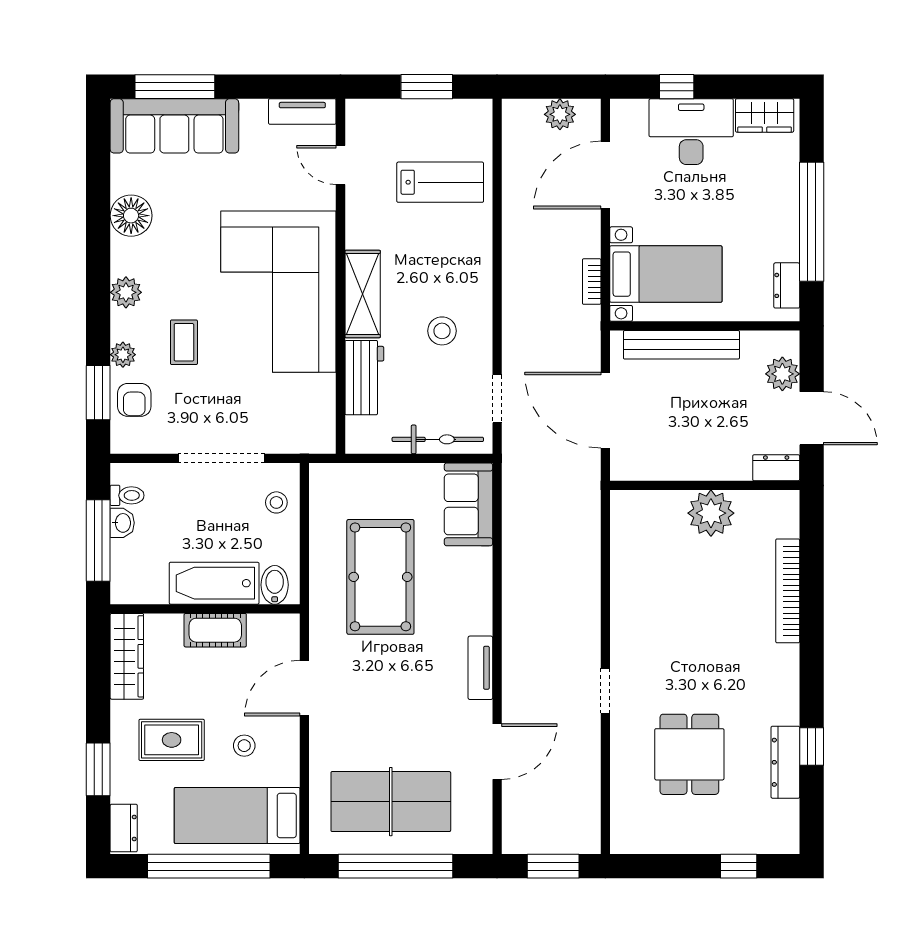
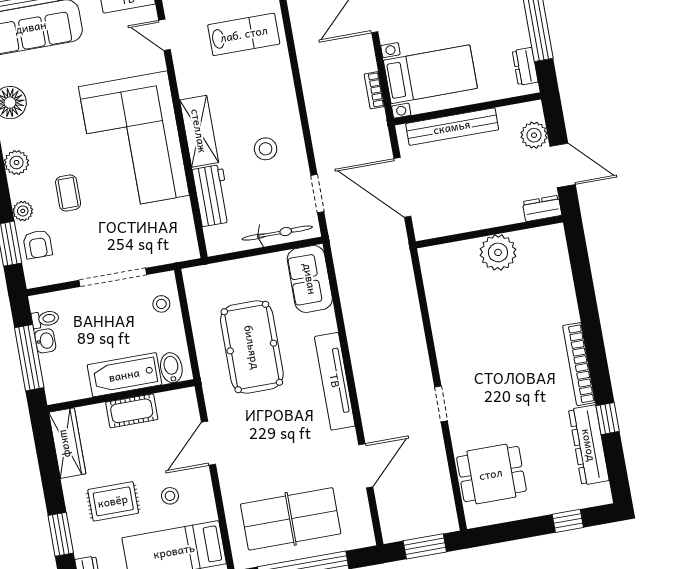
bookcase: (788, 591) -> (579, 364), moved
tv unit: (480, 668) -> (335, 381), width x1.92, depth x1.29
dining table: (689, 754) -> (491, 474), moved, turned 90
dresser: (785, 762) -> (589, 445), width x1.37, depth x1.24

